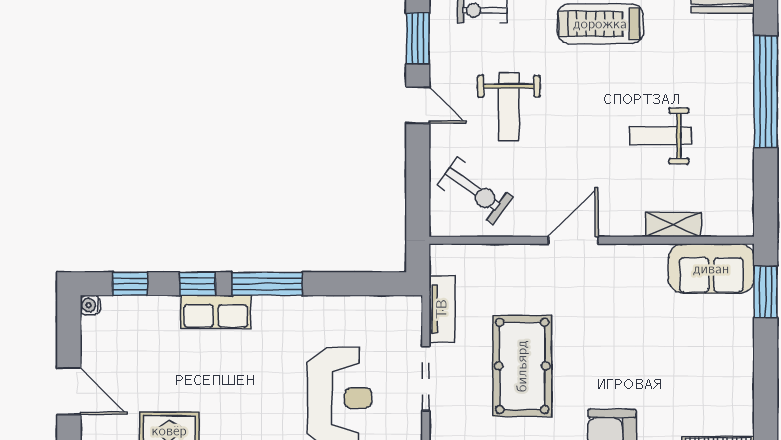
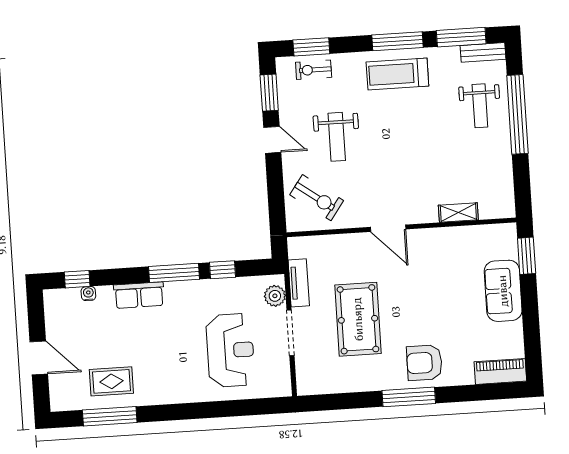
weight bench: (660, 136) -> (480, 106), moved, turned -90
door: (573, 240) -> (388, 228), swing flipped
sofa: (711, 269) -> (503, 291), moved, turned 90
window: (197, 284) -> (222, 270), moved
water cooler: (90, 305) -> (88, 294), moved, turned 90
plant: (407, 325) -> (275, 296), added

